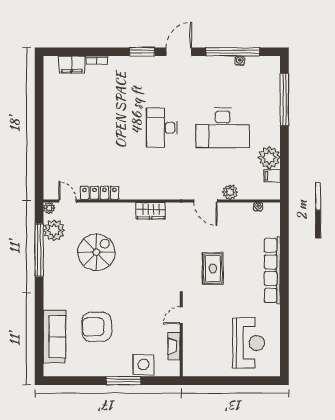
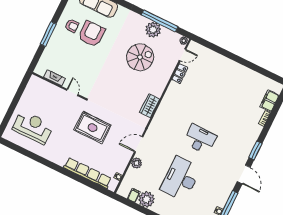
locker: (99, 193) -> (180, 74), width x0.66
plant: (54, 230) -> (153, 30), moved
spiral stairs: (96, 252) -> (140, 57), turned -90
rug: (213, 269) -> (92, 128), width x1.36, depth x1.43
row of seats: (272, 270) -> (87, 173), moved
reception desk: (248, 343) -> (33, 127), turned 180
armchair: (99, 356) -> (72, 26), added
side table: (143, 364) -> (52, 52), removed

